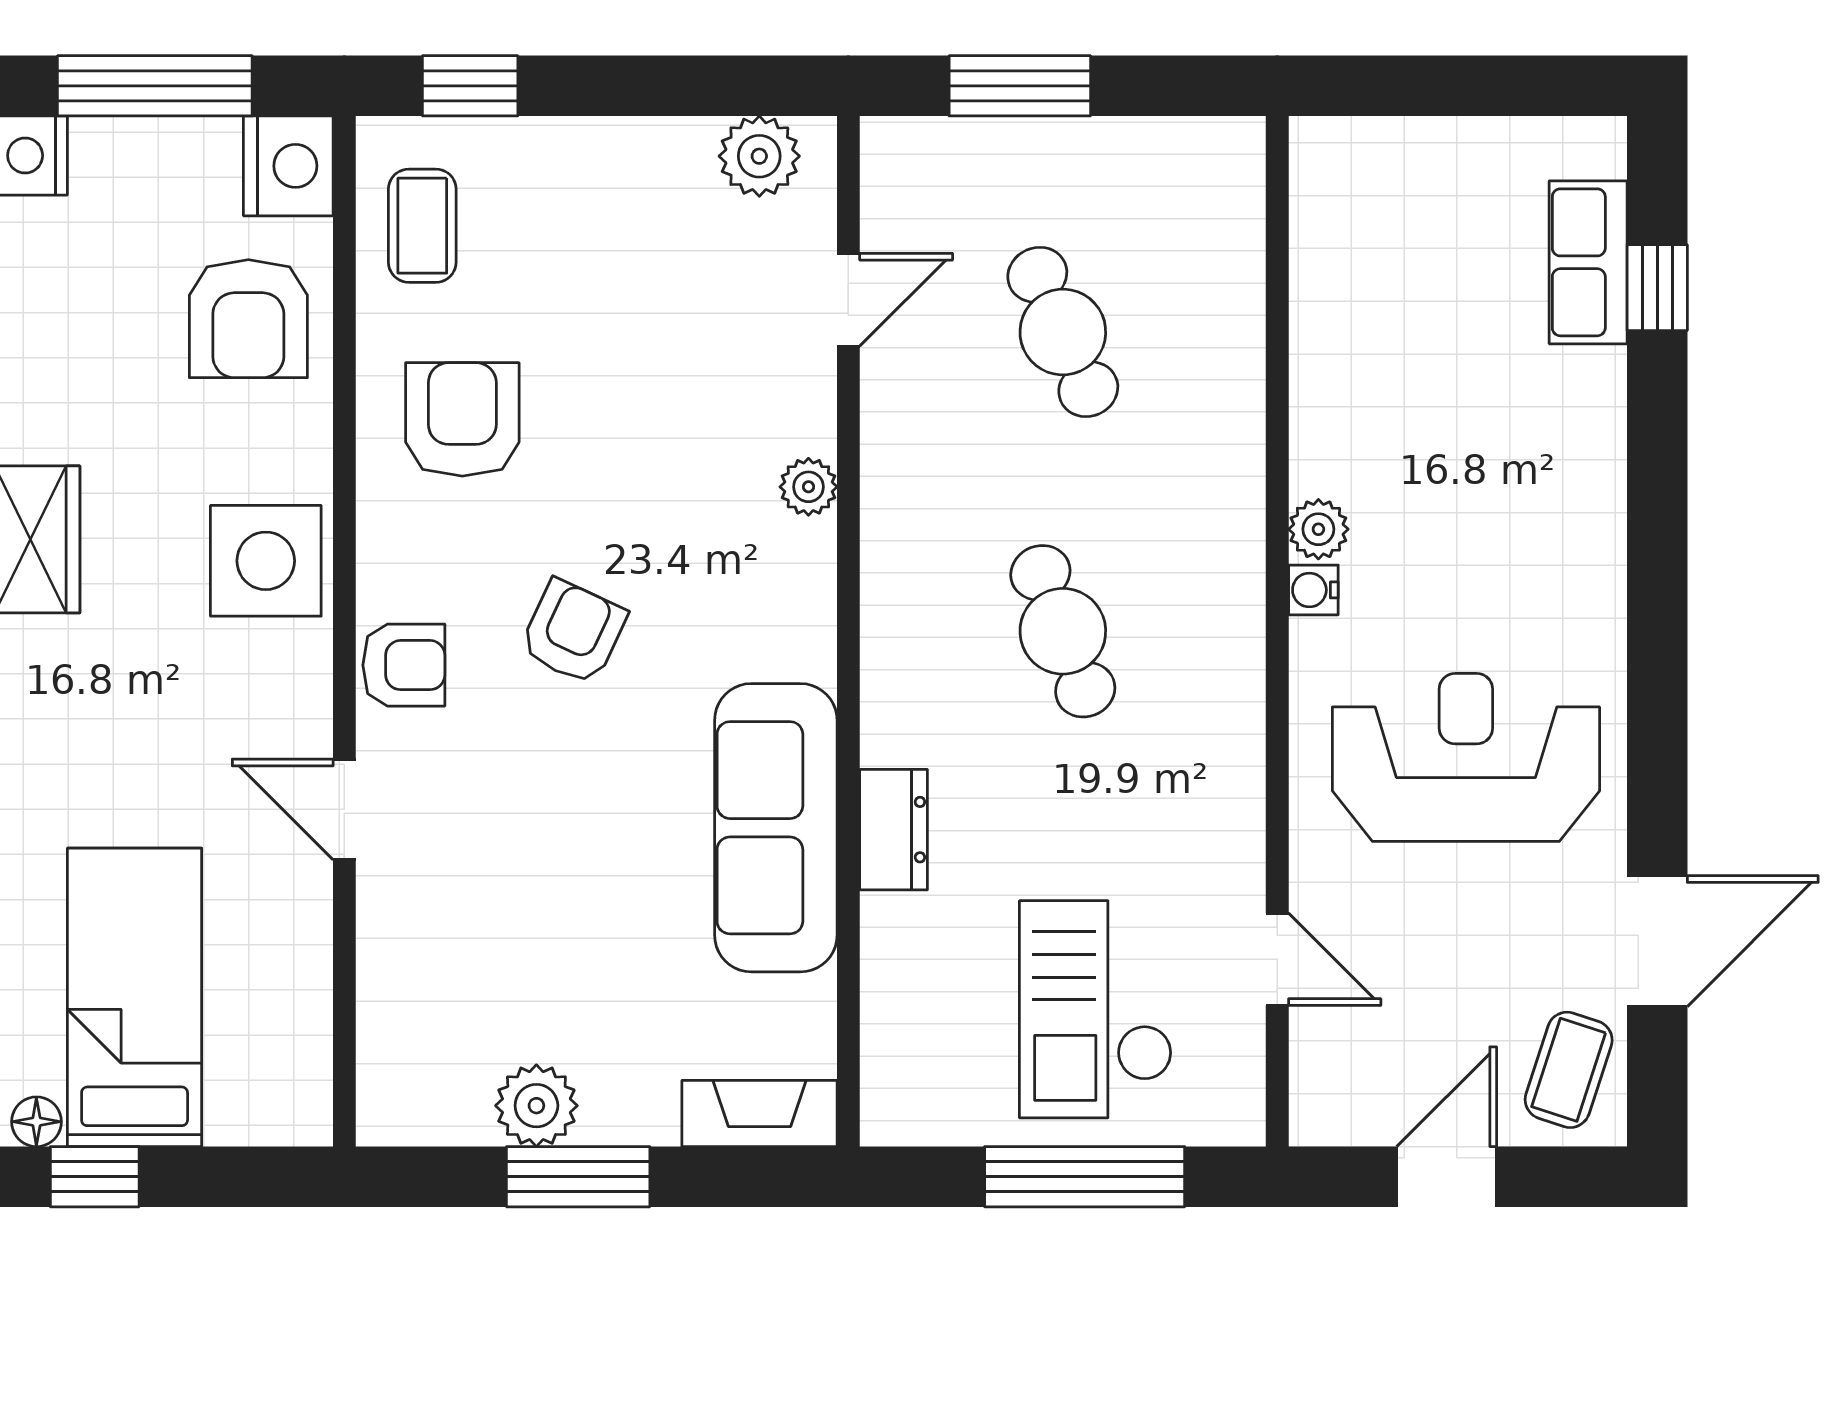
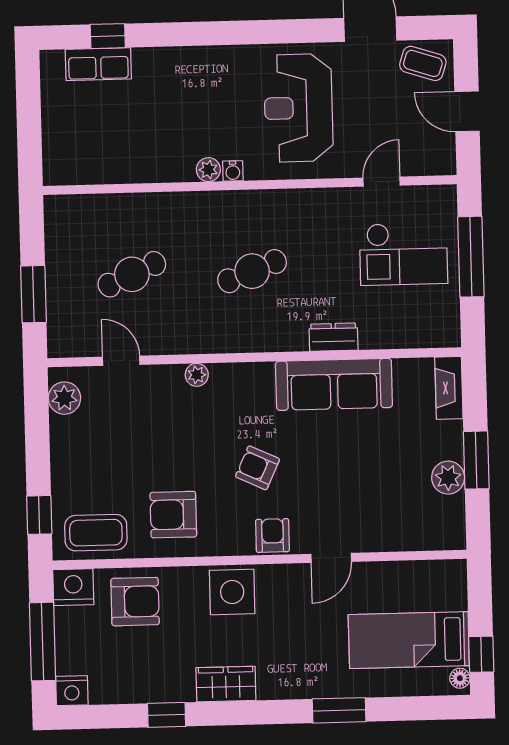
coffee table: (422, 226) -> (96, 533), width x1.36, depth x1.30

